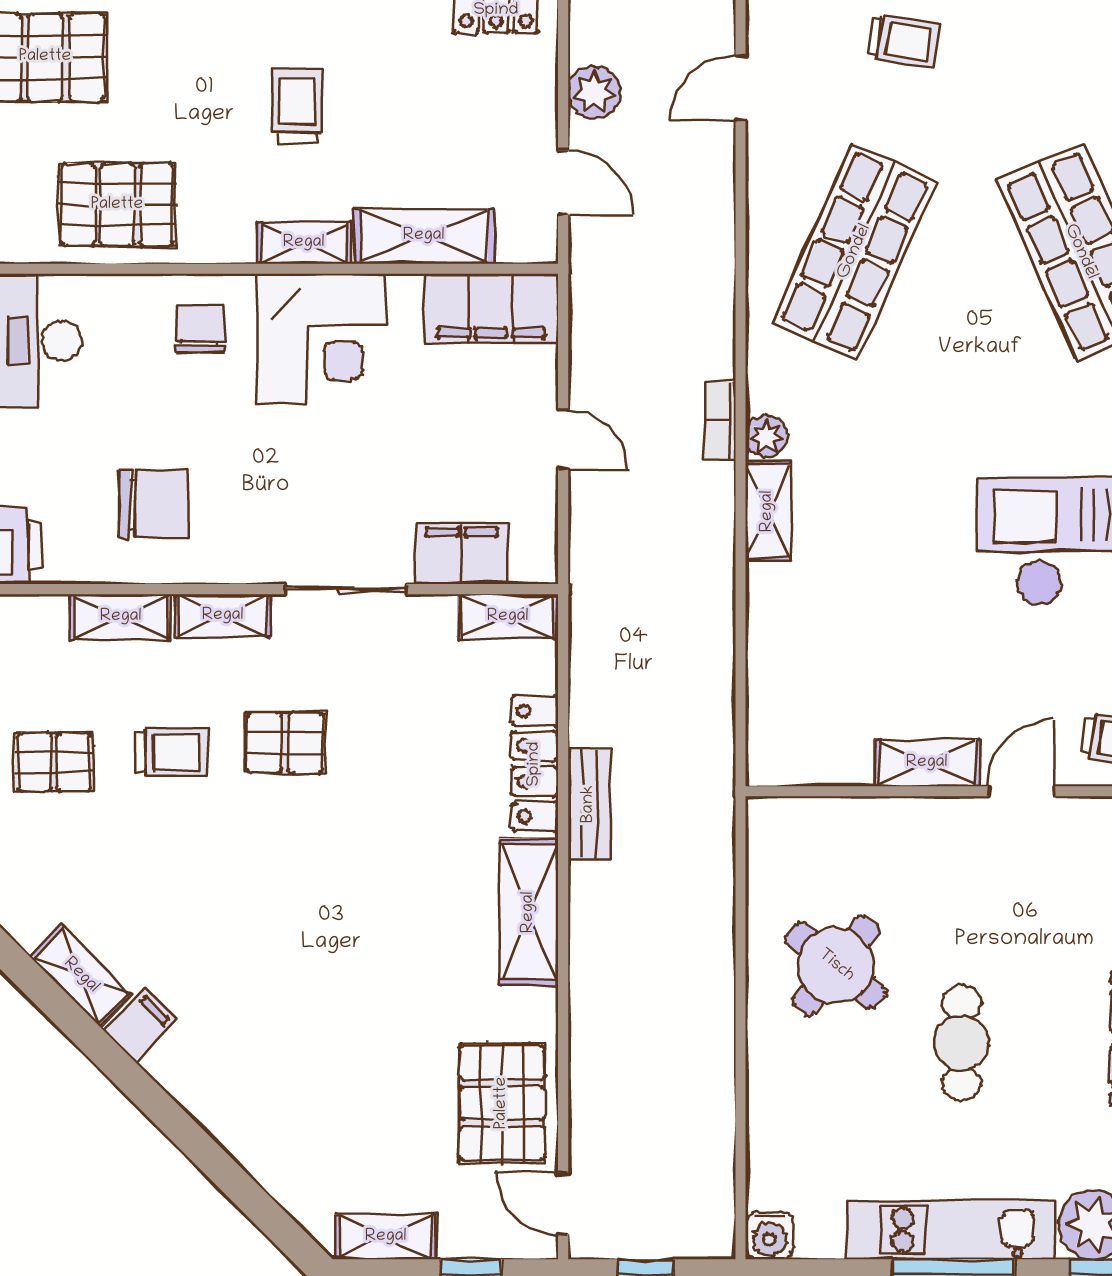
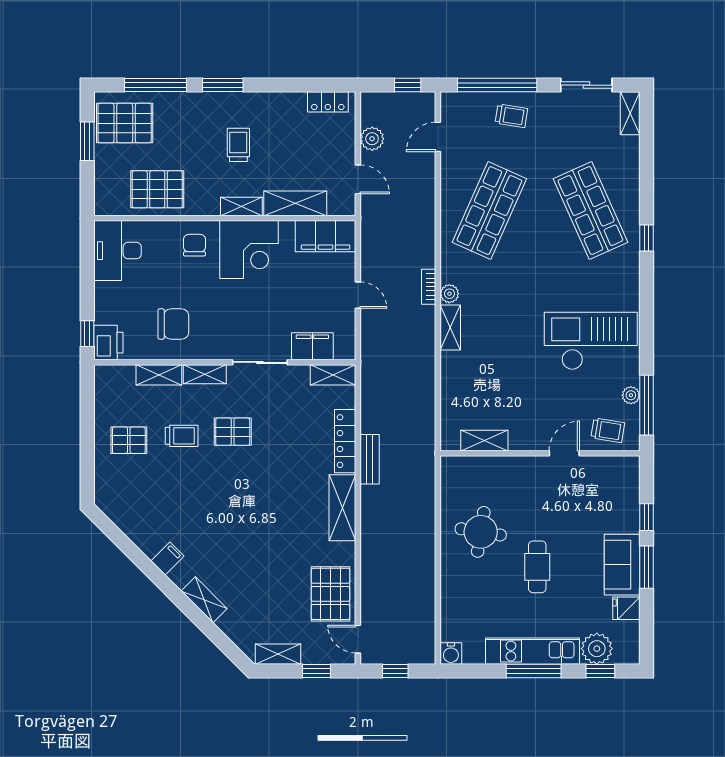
shelving: (927, 763) -> (484, 441), moved
round table: (836, 966) -> (481, 532), turned -30
shelving: (81, 976) -> (204, 600), moved

